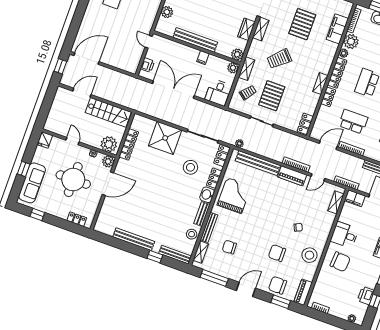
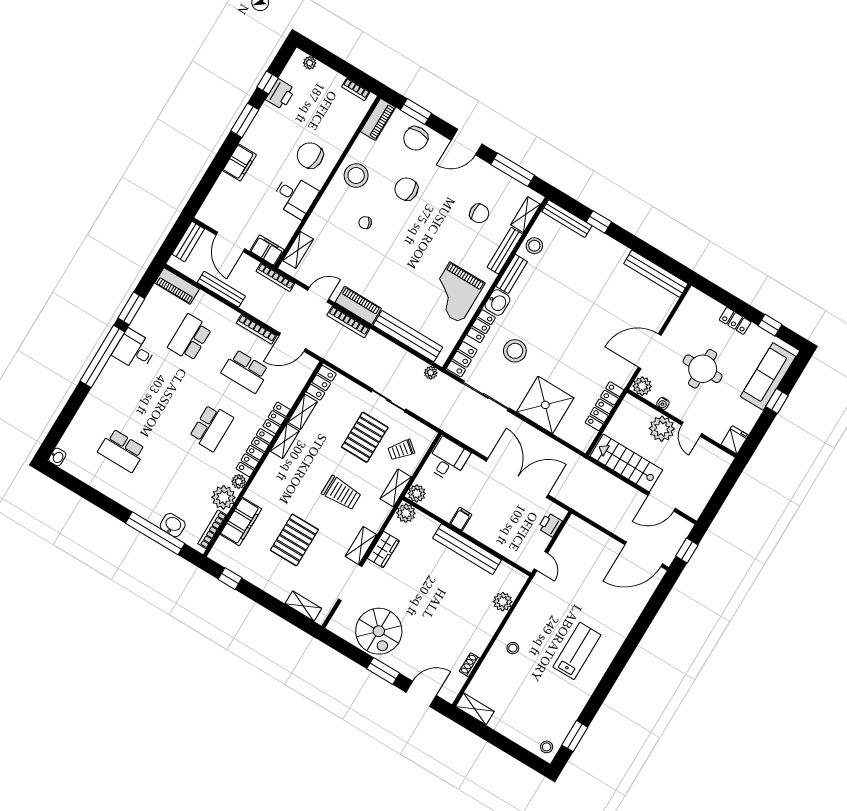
trolley: (279, 59) -> (341, 493), turned 43
double door: (173, 90) -> (517, 478), swing flipped
shelving: (313, 104) -> (303, 412), added
plant: (109, 144) -> (662, 429), moved
round table: (73, 180) -> (703, 369), width x0.73, depth x0.73
locker: (77, 219) -> (735, 321), moved
bench: (134, 239) -> (656, 274), moved
chair: (277, 253) -> (406, 189), turned 180
chair: (278, 285) -> (416, 138), turned 90

